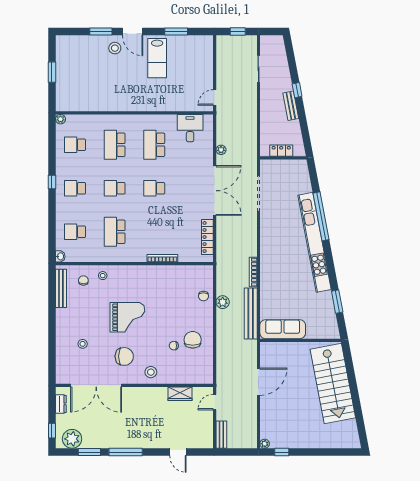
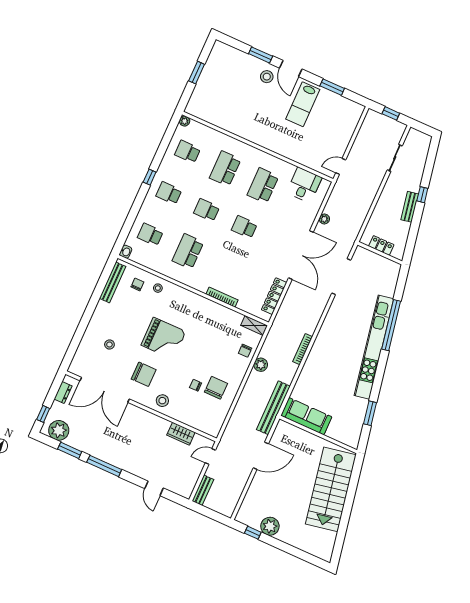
shelving: (201, 270) -> (254, 325), added
bench: (251, 314) -> (273, 408), moved
plant: (265, 444) -> (270, 526), moved, width x1.88, depth x1.88

